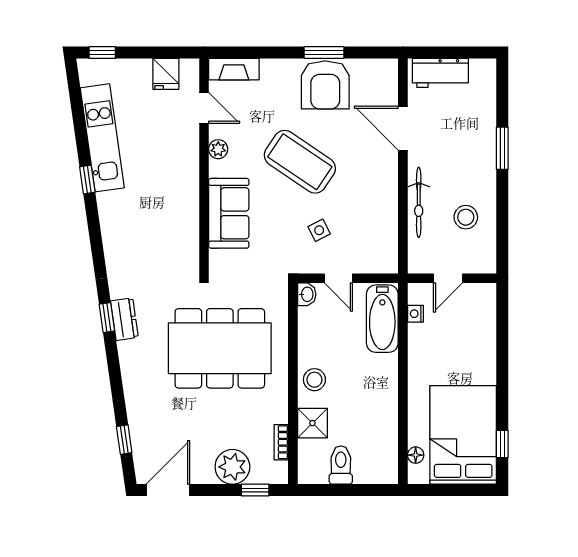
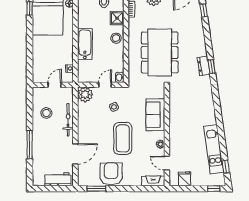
window: (324, 53) -> (96, 189), moved
door: (403, 128) -> (75, 154), hinge flipped
window: (502, 148) -> (30, 145), width x1.44
coffee table: (300, 162) -> (123, 138), turned 56
window: (87, 179) -> (226, 167), moved
plant: (382, 257) -> (85, 94), added
door: (338, 278) -> (105, 85), hinge flipped
bathtub: (382, 319) -> (85, 44), moved
dining table: (220, 348) -> (160, 53), turned 90

